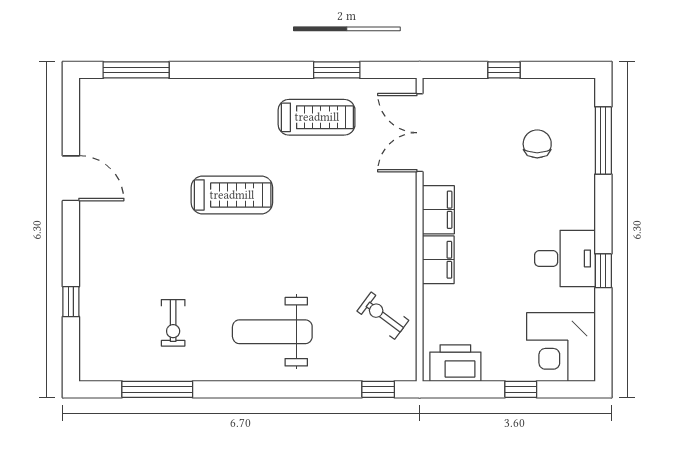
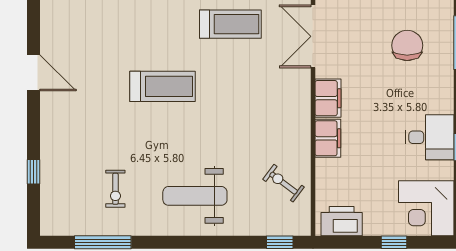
chair: (537, 144) -> (407, 45), width x1.37, depth x1.37

